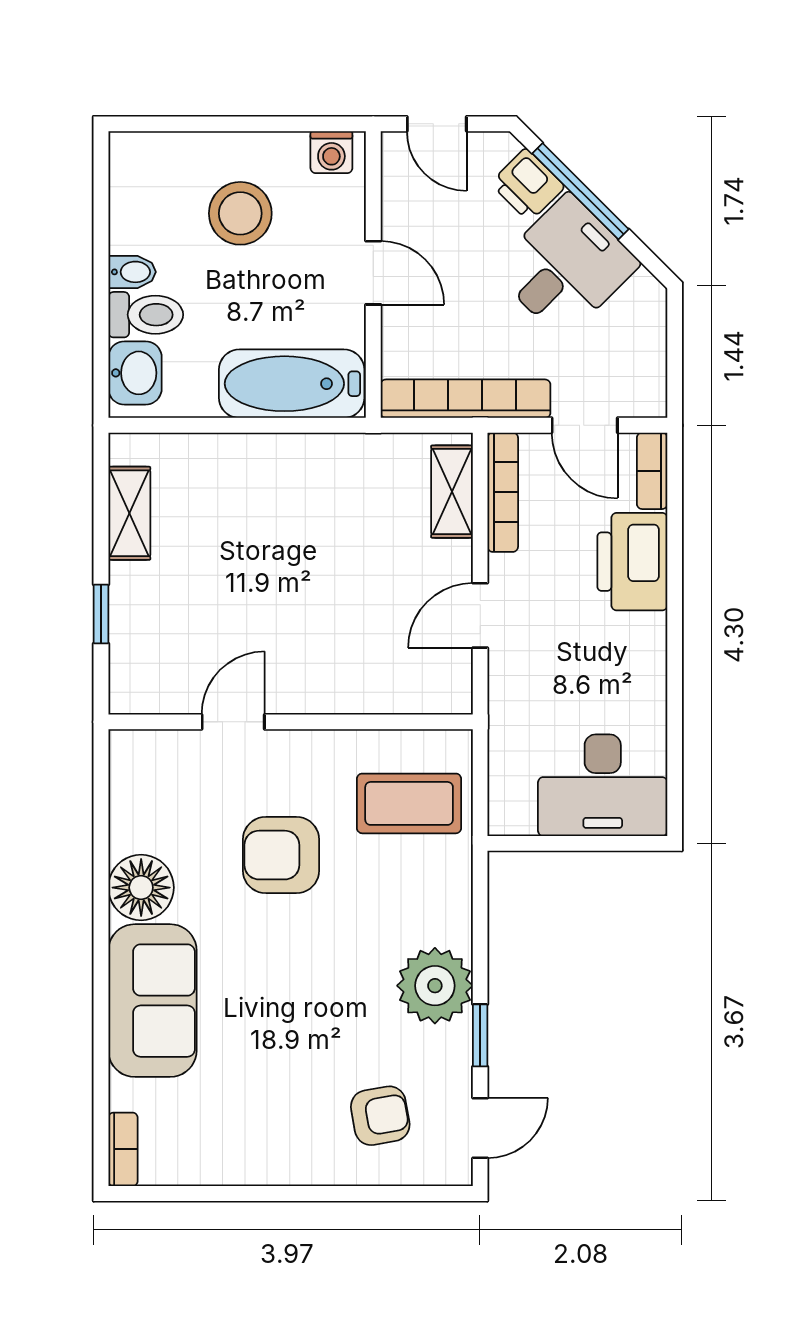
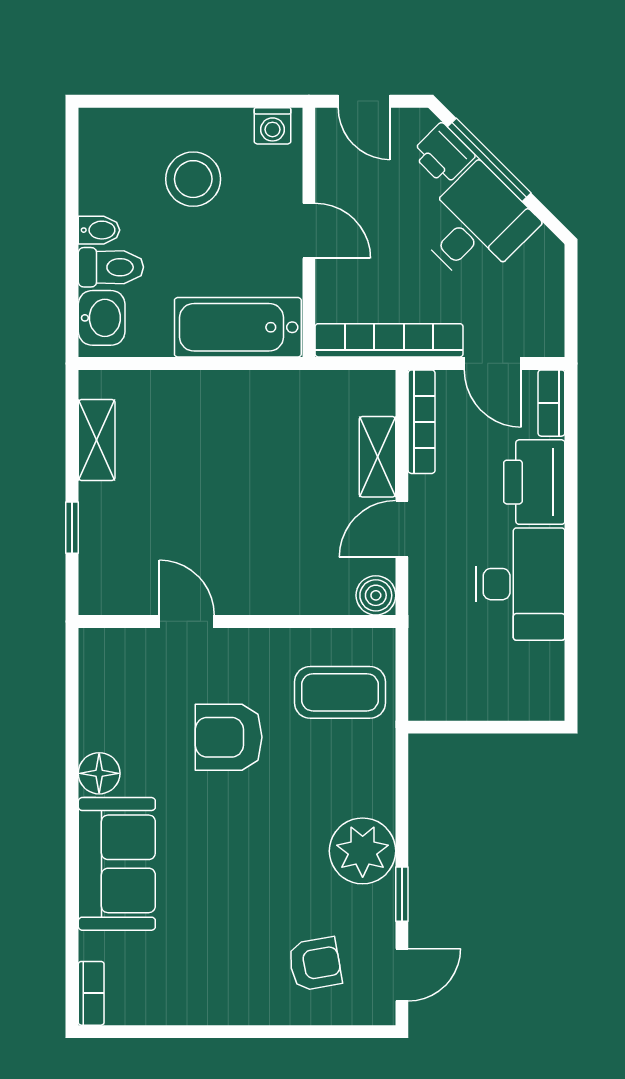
shelving: (452, 492) -> (377, 457), moved
boiler: (450, 692) -> (376, 595), added
door: (233, 722) -> (187, 621), hinge flipped
desk: (603, 785) -> (521, 584), moved, turned -90
floor lamp: (141, 888) -> (99, 773), width x0.73, depth x0.73

